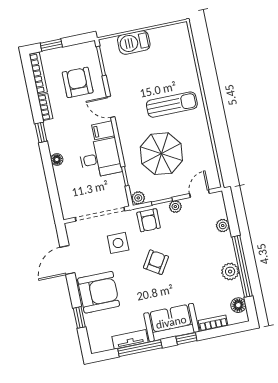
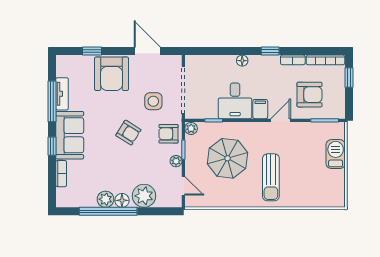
plant: (223, 226) -> (144, 196), width x1.88, depth x1.88
floor lamp: (238, 305) -> (122, 200), moved

